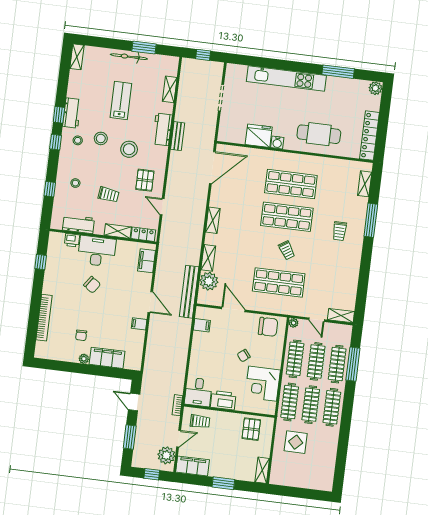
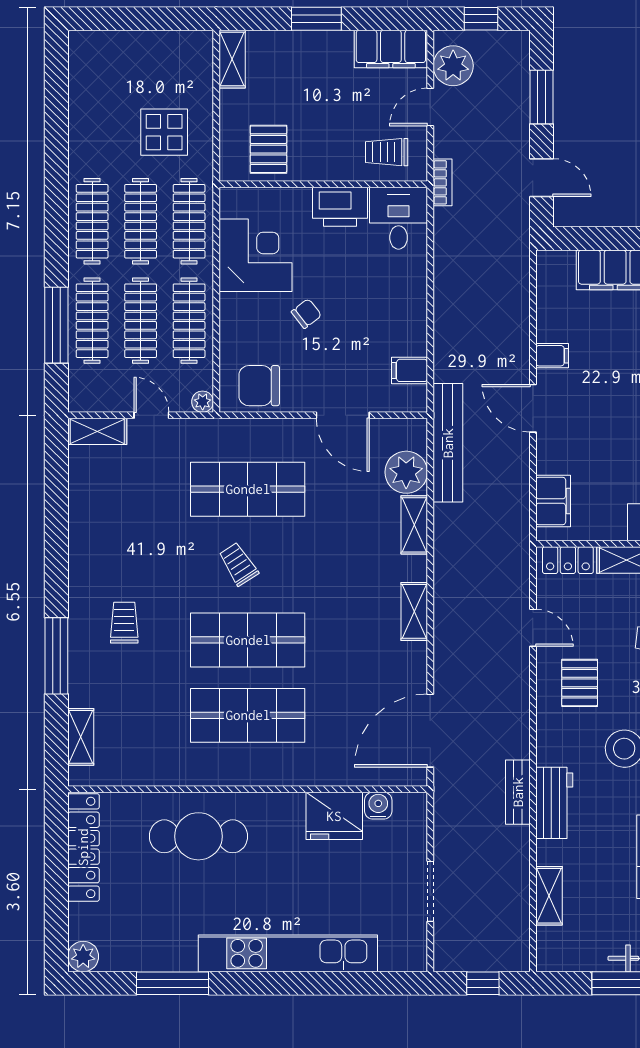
water cooler: (277, 143) -> (378, 806), moved

